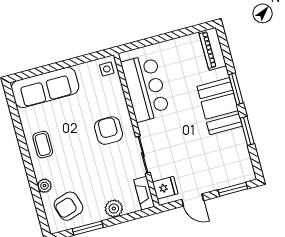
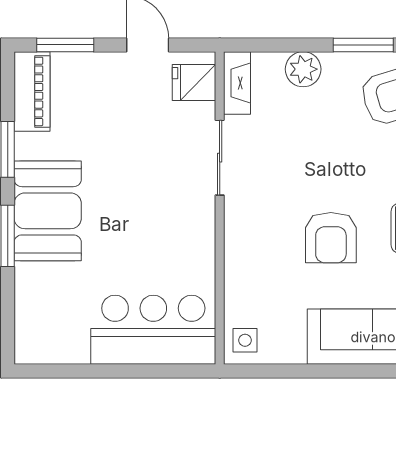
piano: (213, 49) -> (32, 91), moved
bar counter: (145, 88) -> (153, 330), moved, turned 90
armchair: (109, 131) -> (331, 238), moved

